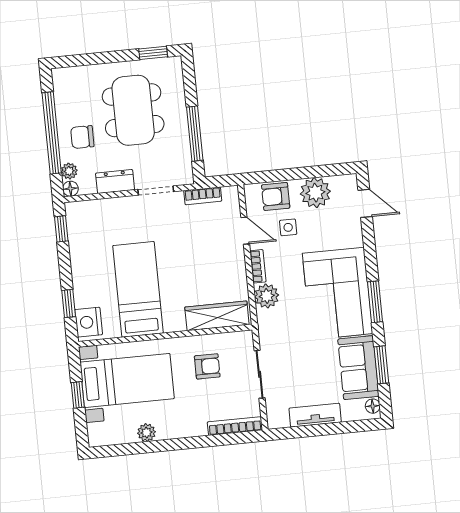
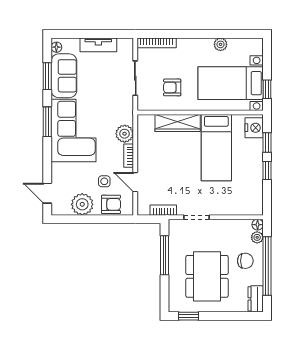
dresser: (115, 182) -> (256, 299), moved, turned 90
window: (61, 229) -> (267, 170), moved
wardrobe: (217, 316) -> (178, 123), moved
window: (78, 395) -> (267, 89), moved

